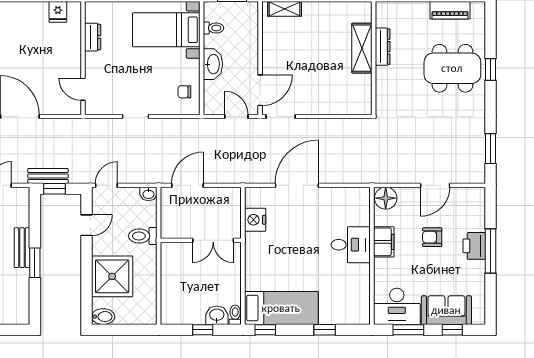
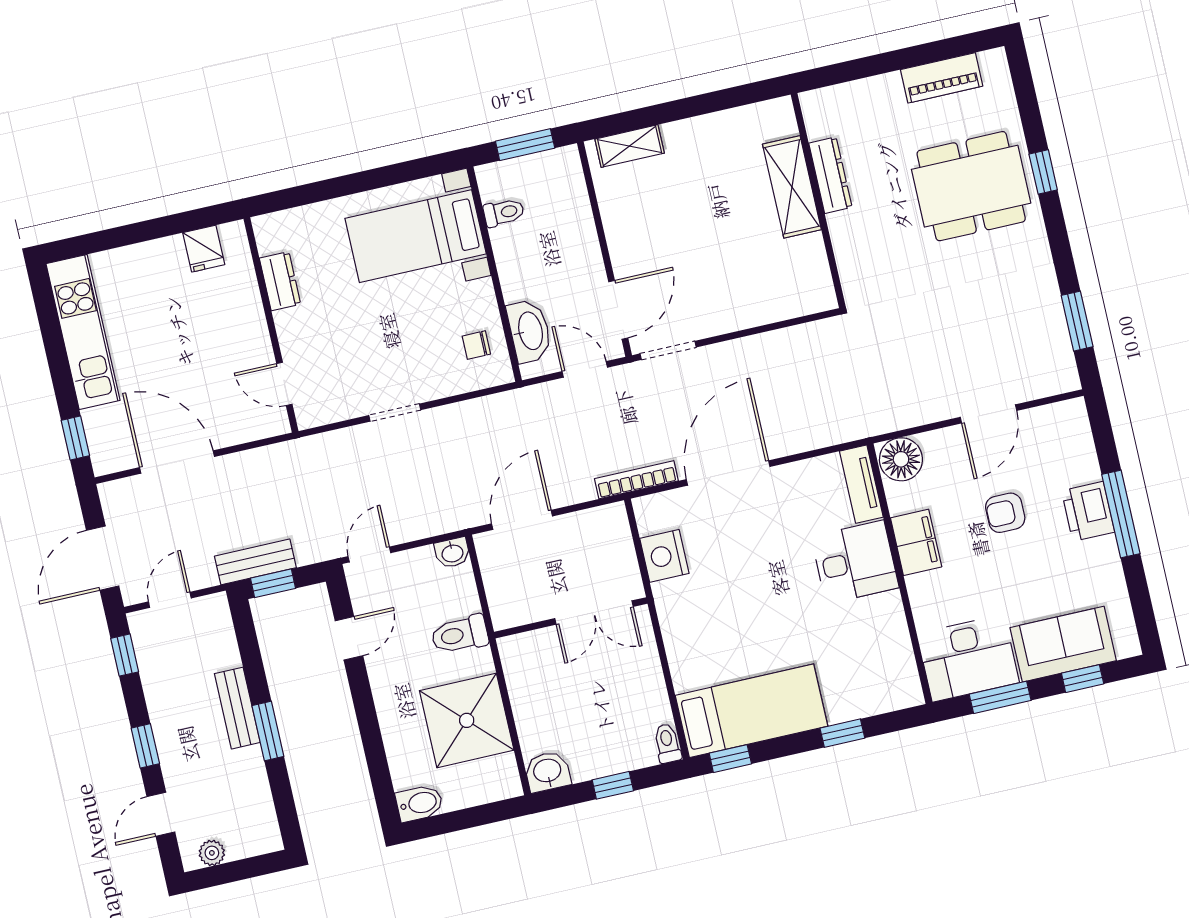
washbasin: (213, 64) -> (529, 331), moved
bookcase: (250, 178) -> (636, 480), added
tv unit: (363, 206) -> (861, 484), added
shower: (112, 276) -> (467, 720), moved
washbasin: (217, 315) -> (547, 772), moved

